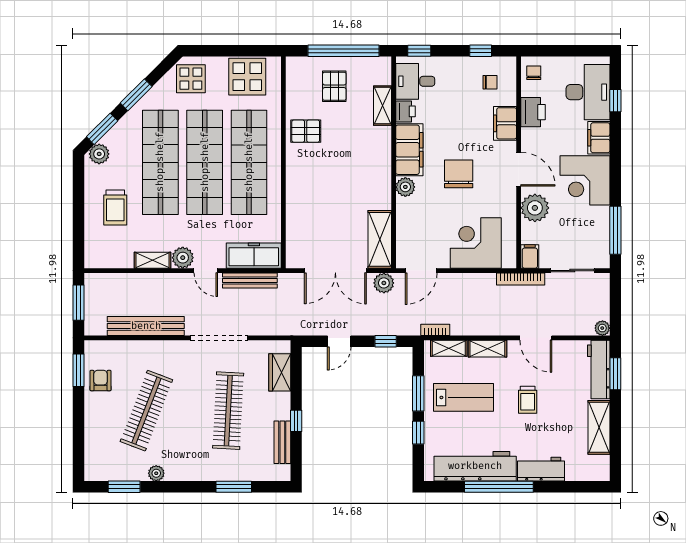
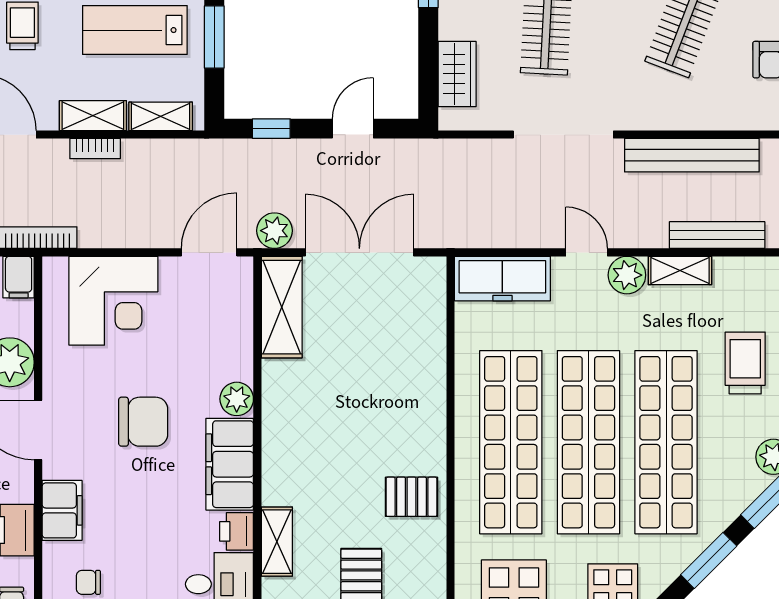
chair: (459, 174) -> (143, 422), turned -90
bench: (250, 280) -> (717, 235), moved
bookcase: (435, 330) -> (95, 149), moved

